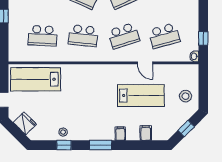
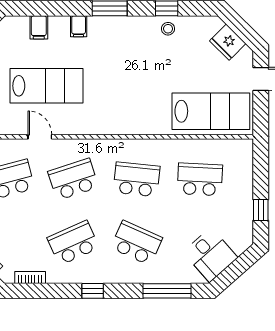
lab bench: (141, 96) -> (46, 86), turned 180

